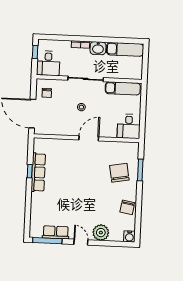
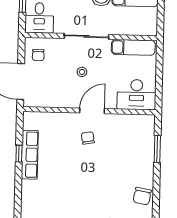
desk: (129, 126) -> (137, 95), width x1.37
chair: (119, 173) -> (88, 138), moved, width x0.54, depth x0.54

